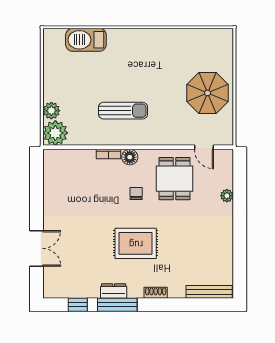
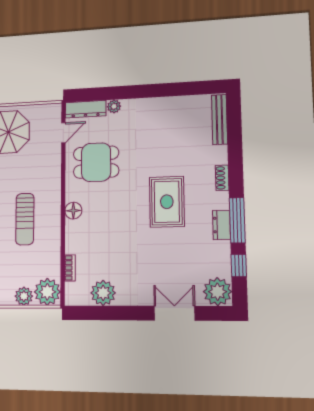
sun lounger: (123, 111) -> (25, 219), turned 180
bookcase: (108, 154) -> (70, 268), moved
dresser: (226, 169) -> (86, 109), added
plant: (54, 185) -> (103, 293), added
chair: (136, 193) -> (112, 203), removed
plant: (55, 286) -> (217, 292), added

